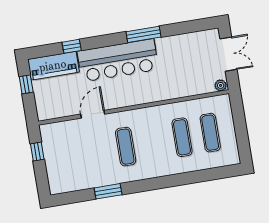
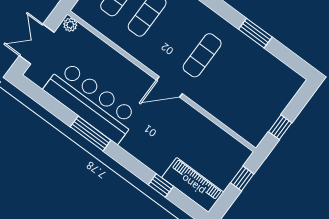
bar counter: (118, 60) -> (91, 102), moved
window: (26, 84) -> (242, 178), moved
door: (93, 114) -> (169, 87), moved

